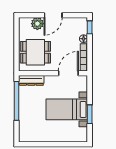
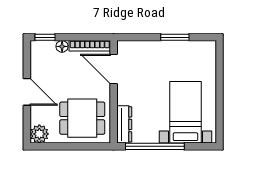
plant: (37, 24) -> (39, 134), moved
dining table: (35, 52) -> (82, 118), turned 90
bed with nightstands: (67, 109) -> (186, 112), moved, turned 180

